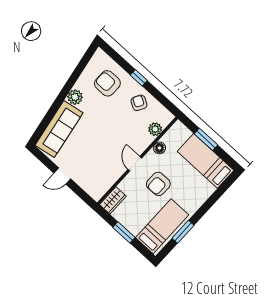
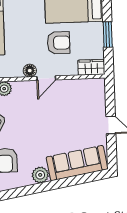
floor lamp: (159, 148) -> (30, 71), moved
armchair: (158, 184) -> (59, 43), moved

